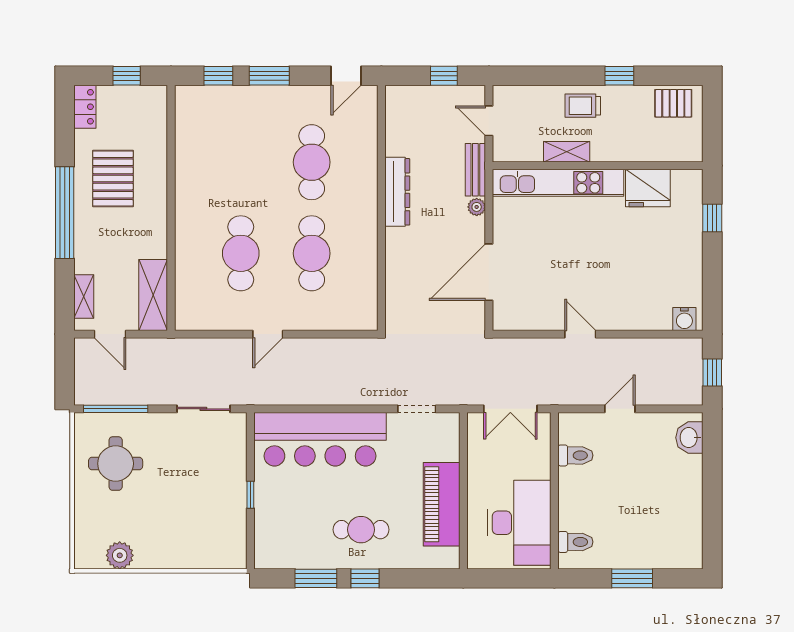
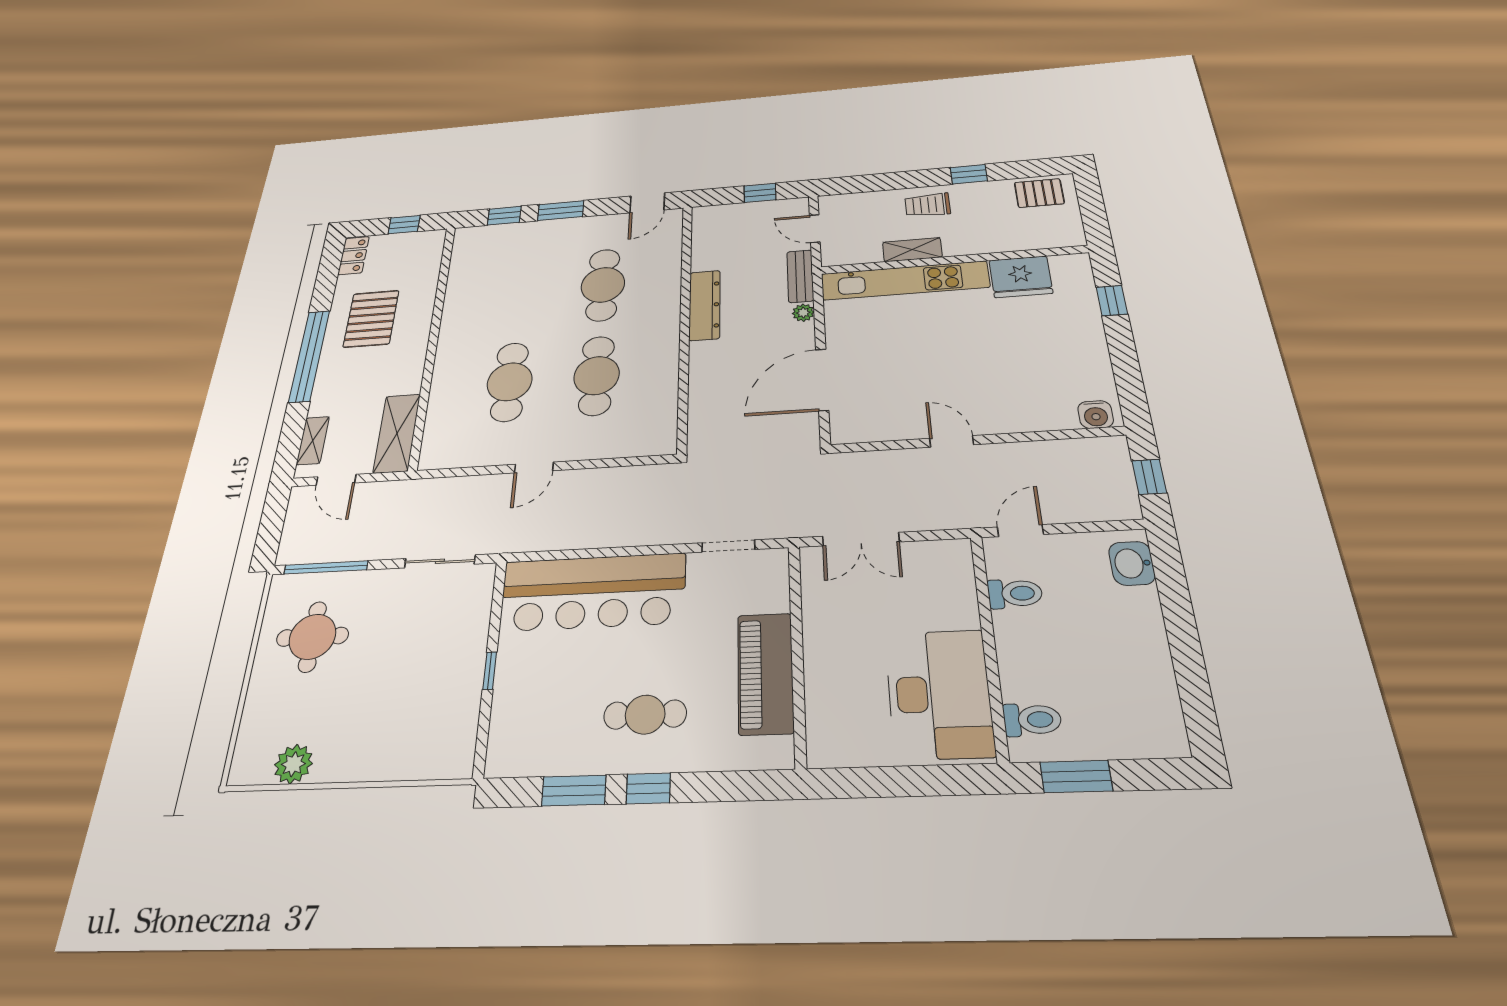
toilet: (575, 455) -> (1015, 594), moved
wall: (554, 491) -> (989, 645), moved
desk: (519, 523) -> (939, 694), moved
toilet: (575, 542) -> (1032, 720), moved

